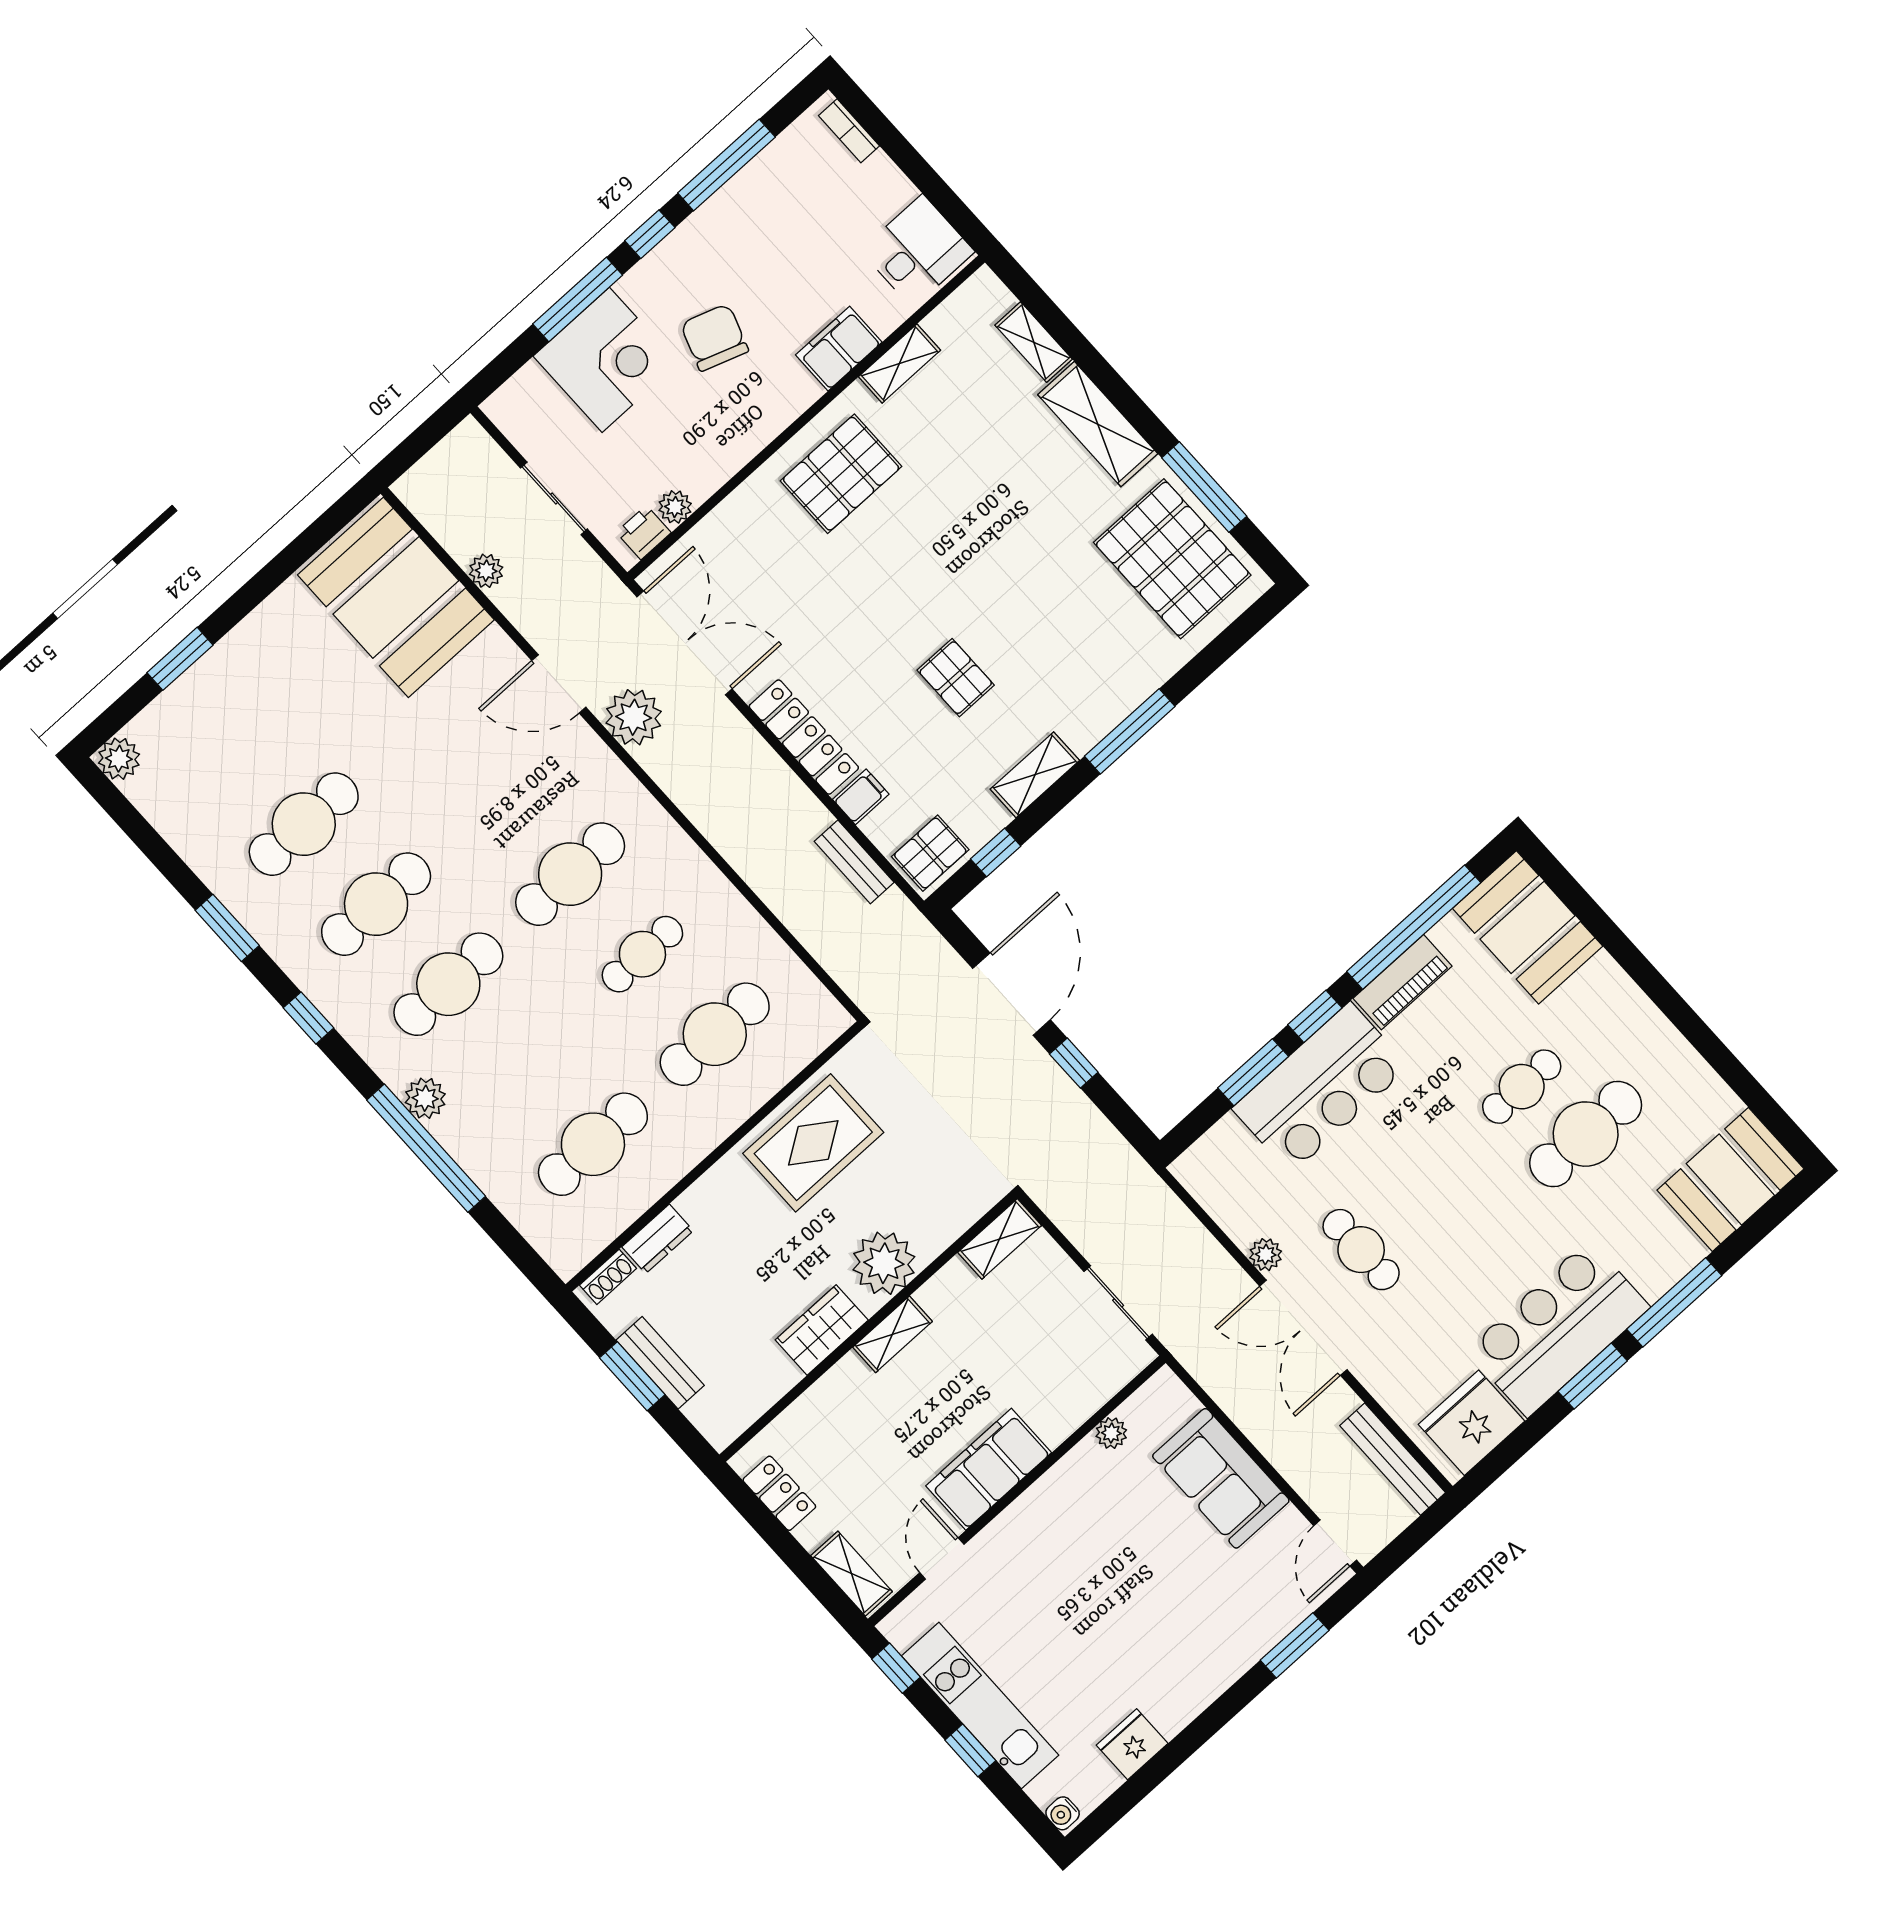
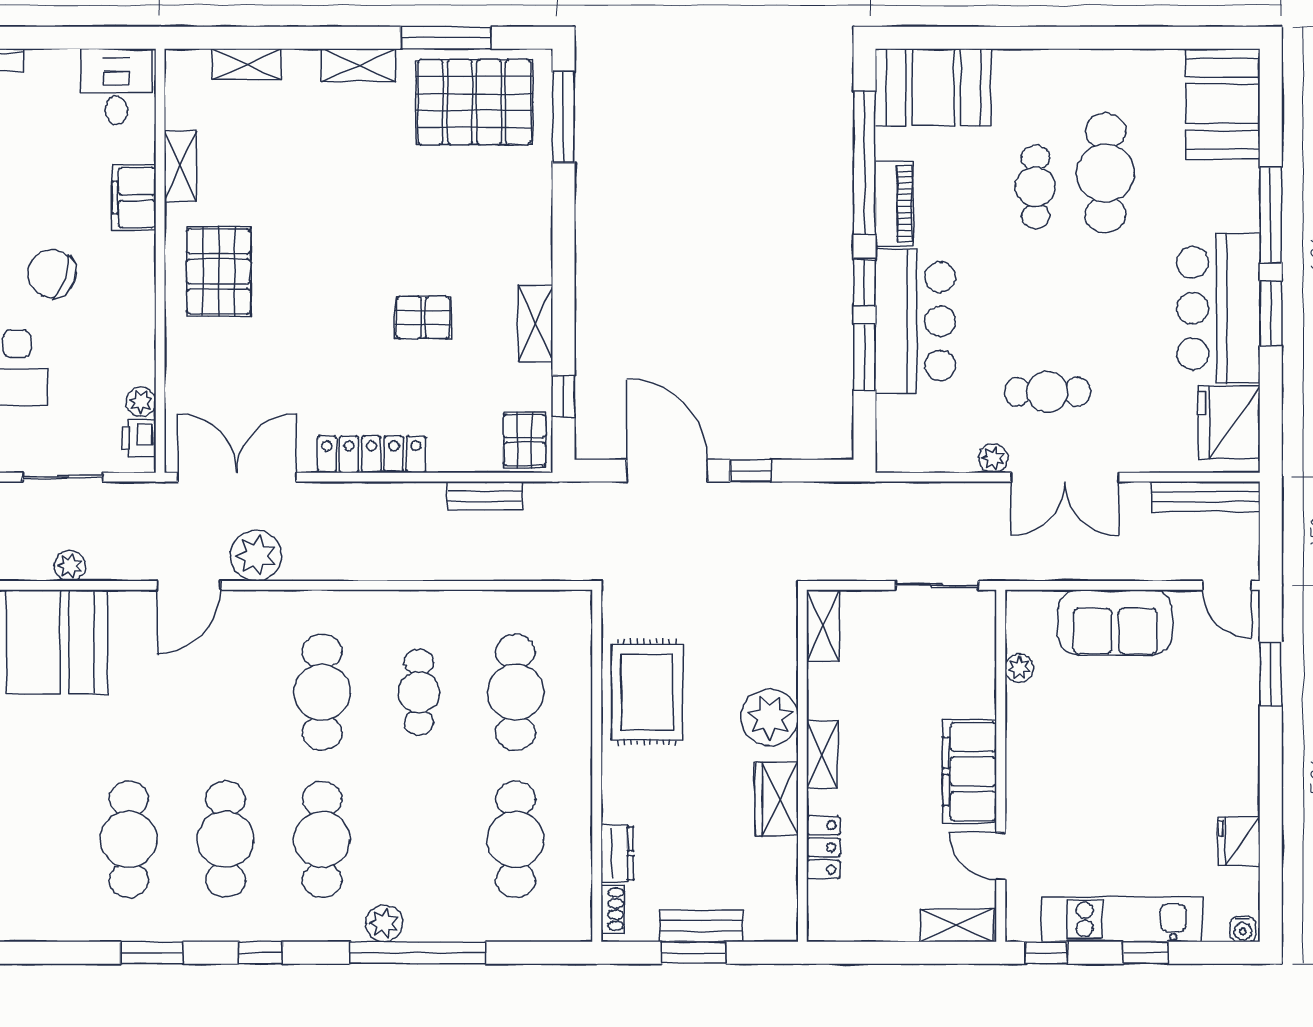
shelving: (1098, 424) -> (358, 65), width x0.67, depth x0.75
window: (1130, 731) -> (564, 117), moved
filing cabinet: (861, 797) -> (445, 452), removed
locker: (779, 1493) -> (823, 847), moved, turned 90

